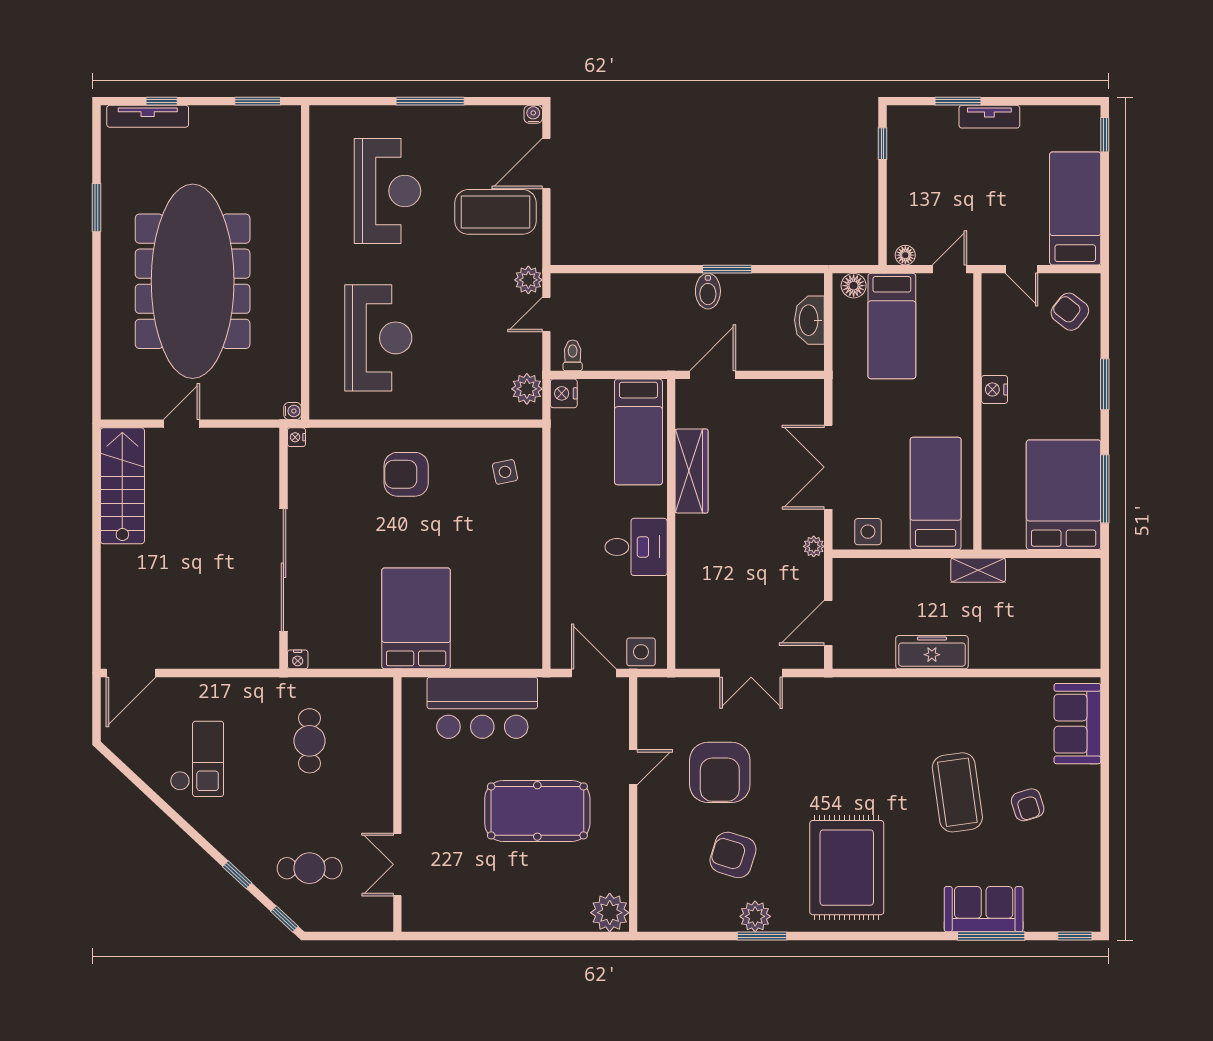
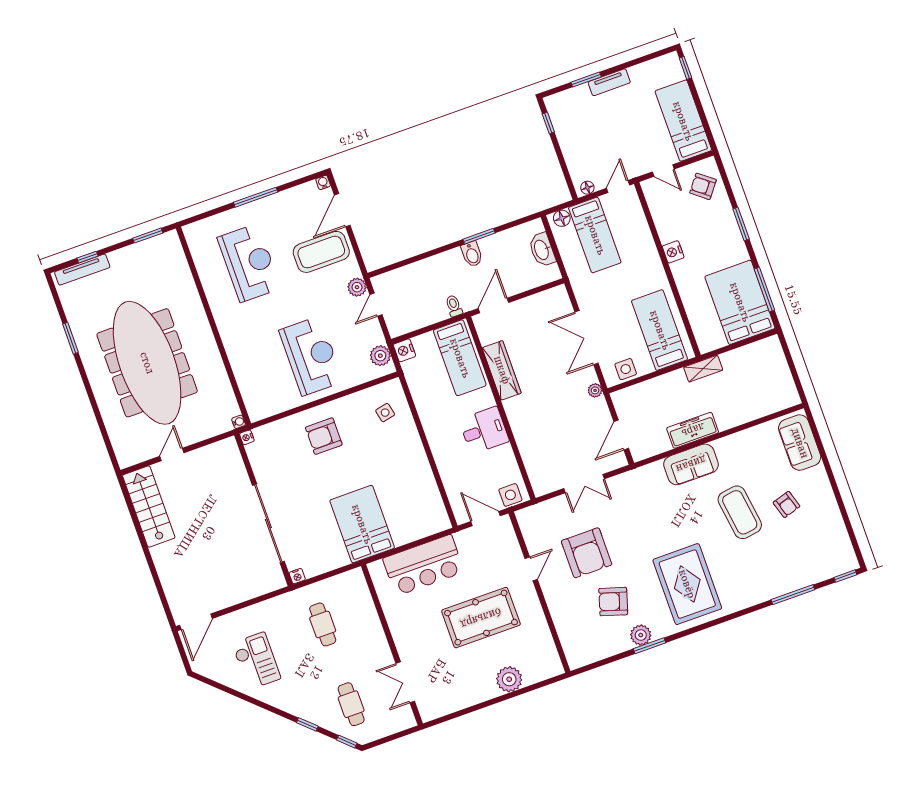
reception desk: (378, 338) -> (311, 356), moved
toilet: (573, 355) -> (454, 306), moved
cafe table: (310, 868) -> (351, 704), turned 90
sofa: (984, 909) -> (691, 464), moved, turned 180
plant: (610, 913) -> (509, 679), moved

